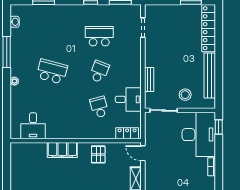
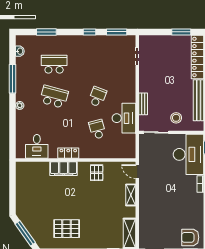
school desk: (99, 36) -> (54, 64), moved
desk: (128, 99) -> (124, 118), width x1.37
locker: (127, 133) -> (68, 153), moved

